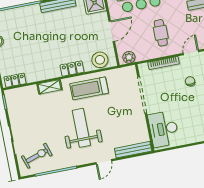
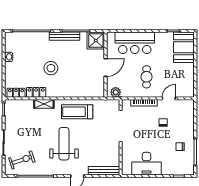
stool: (100, 60) -> (51, 68), moved
locker: (72, 69) -> (36, 92), moved
desk: (164, 129) -> (146, 164), moved, turned -90

